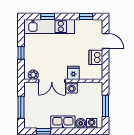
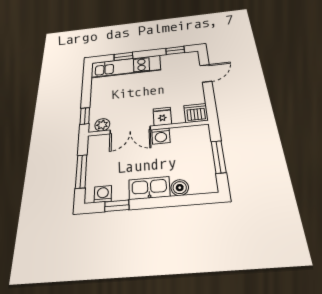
door: (106, 41) -> (206, 73), hinge flipped
window: (21, 53) -> (85, 116), moved
dishwasher: (96, 57) -> (196, 113), moved, turned 90
washing machine: (92, 123) -> (103, 194), moved

